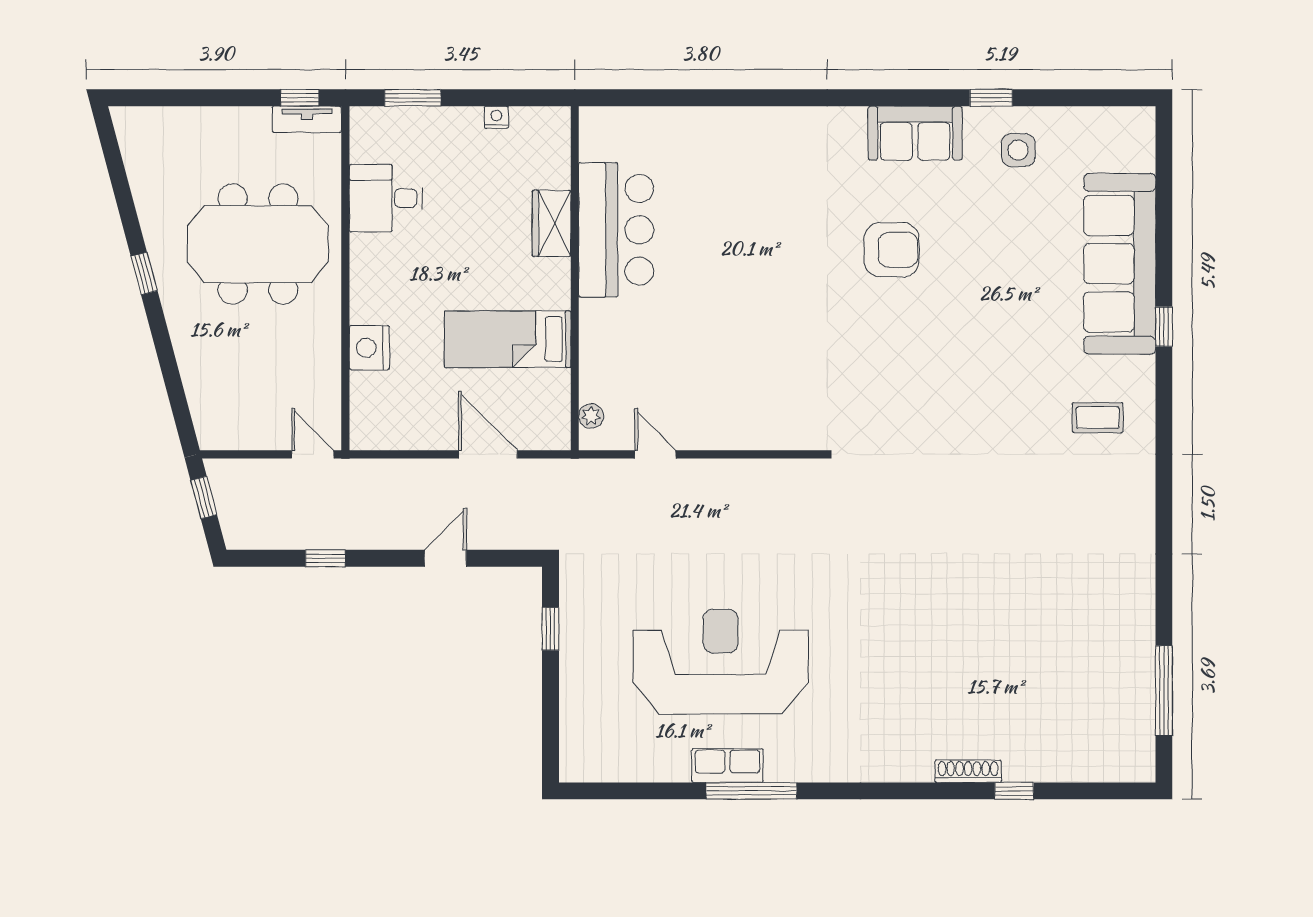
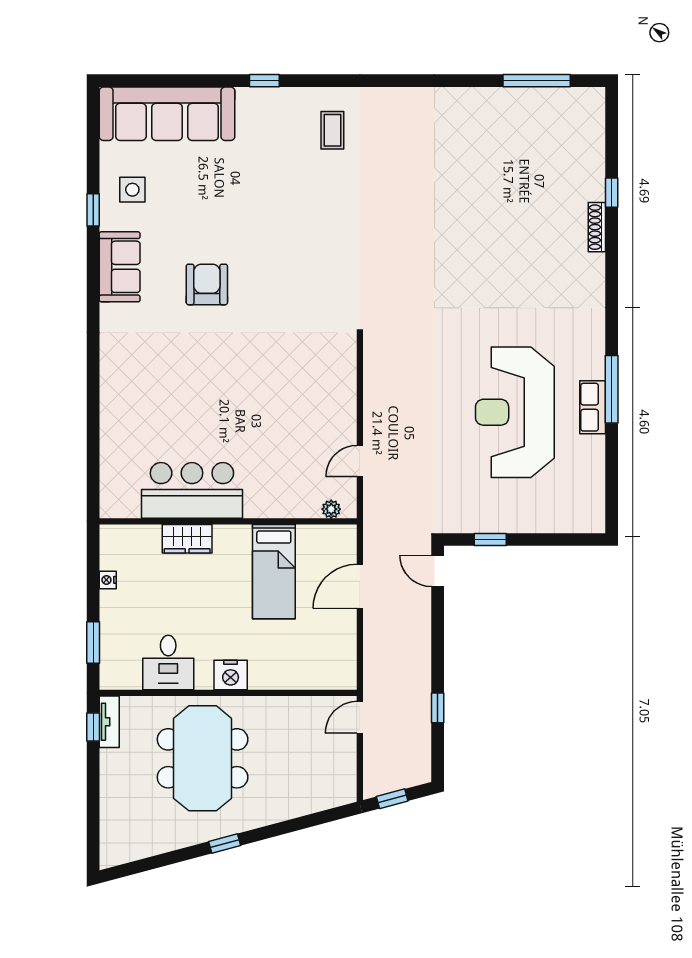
sofa: (1120, 264) -> (167, 114), moved
nightstand: (369, 348) -> (231, 675), moved
door: (445, 558) -> (438, 571), moved

